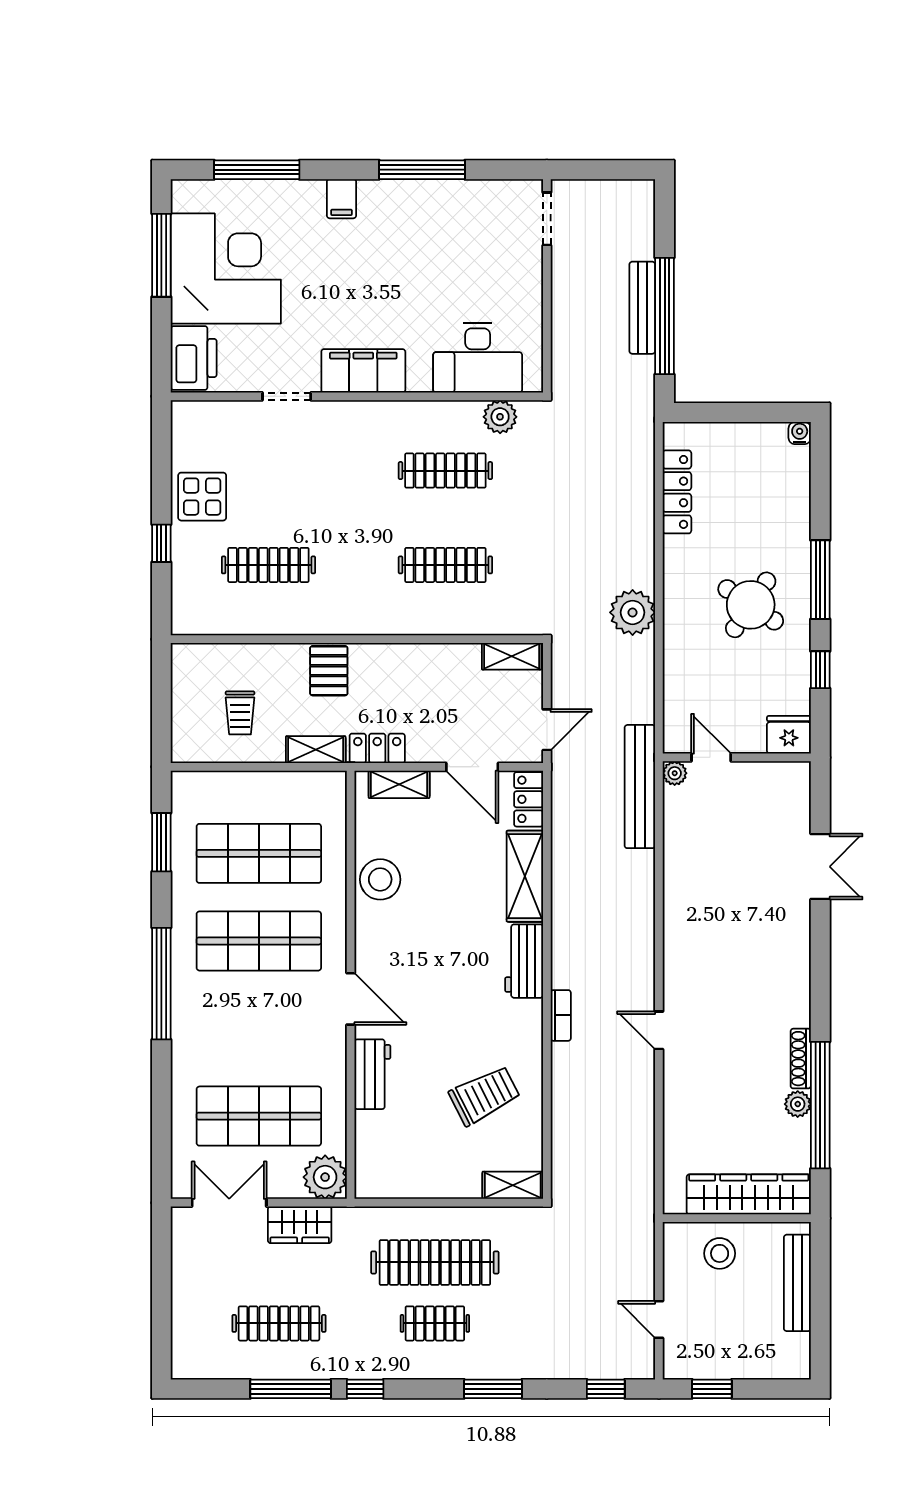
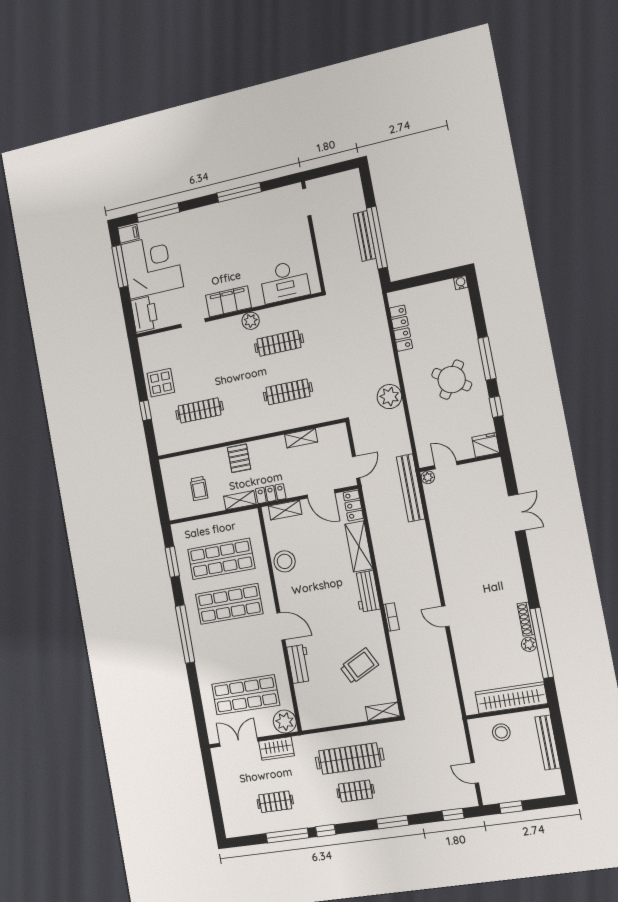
filing cabinet: (341, 199) -> (128, 234), moved, turned -90
plant: (500, 417) -> (251, 321), moved
shelving: (512, 656) -> (301, 438), moved
clothes rail: (279, 1323) -> (275, 802), width x0.73

